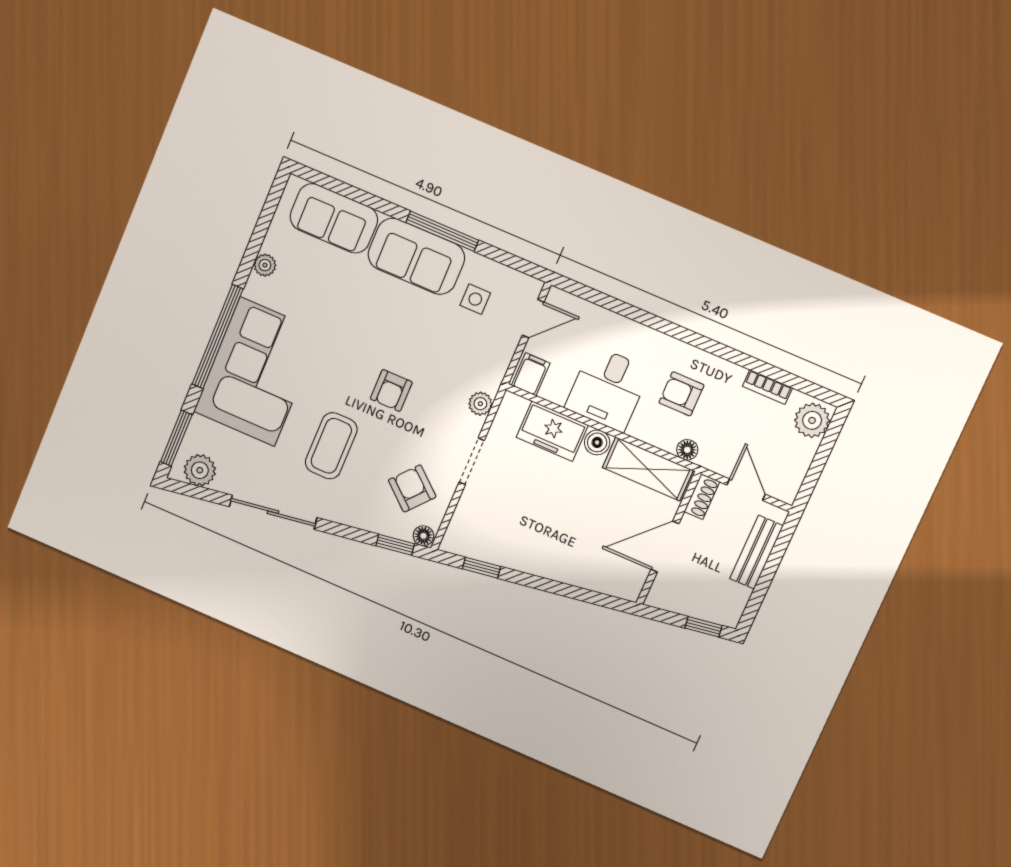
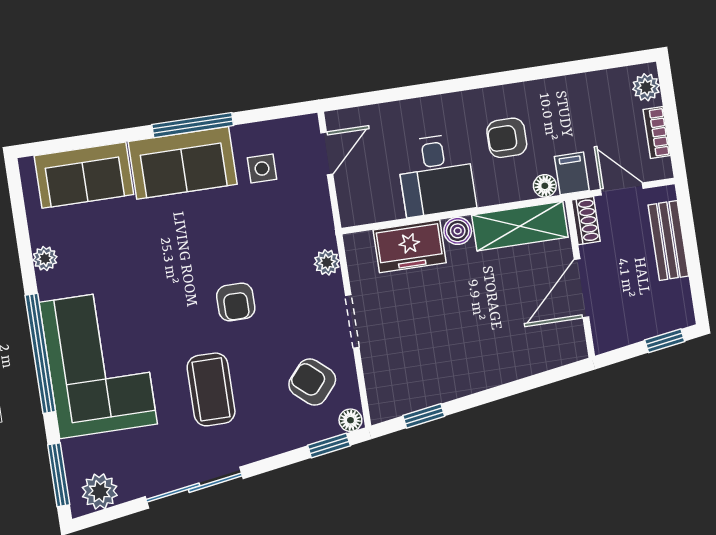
filing cabinet: (531, 374) -> (572, 173), moved
bookcase: (767, 387) -> (657, 133), moved, turned 90
plant: (812, 420) -> (646, 87), width x0.73, depth x0.73

